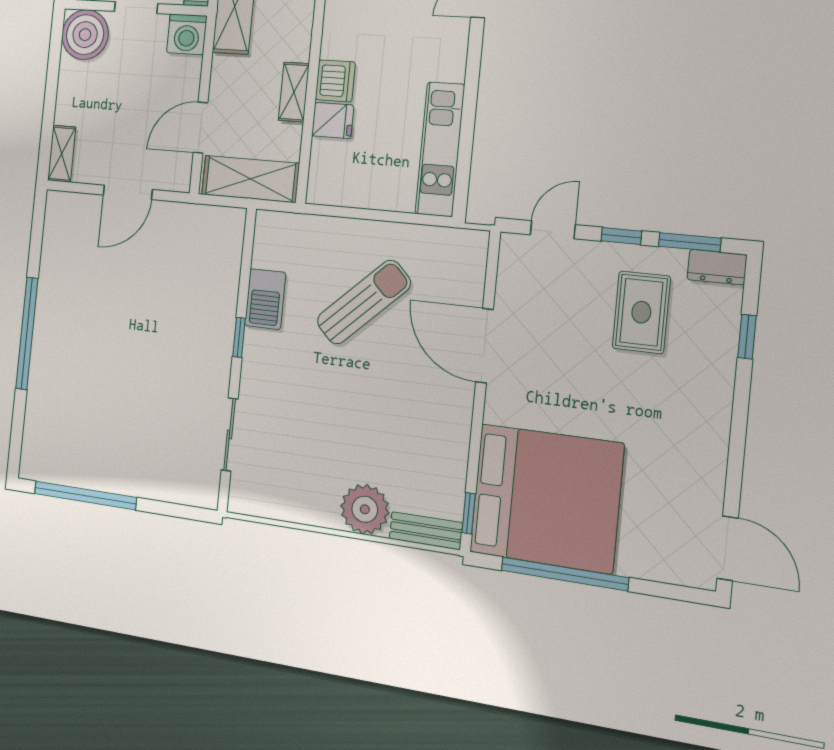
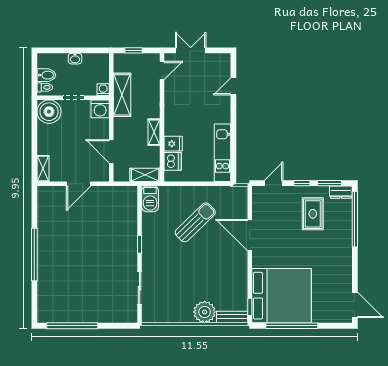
dishwasher: (335, 81) -> (173, 161), moved
door: (200, 128) -> (111, 151), hinge flipped
shelving: (250, 179) -> (145, 175), width x0.67, depth x0.75
barbecue: (265, 299) -> (150, 199), moved
window: (747, 337) -> (355, 219), width x3.17

